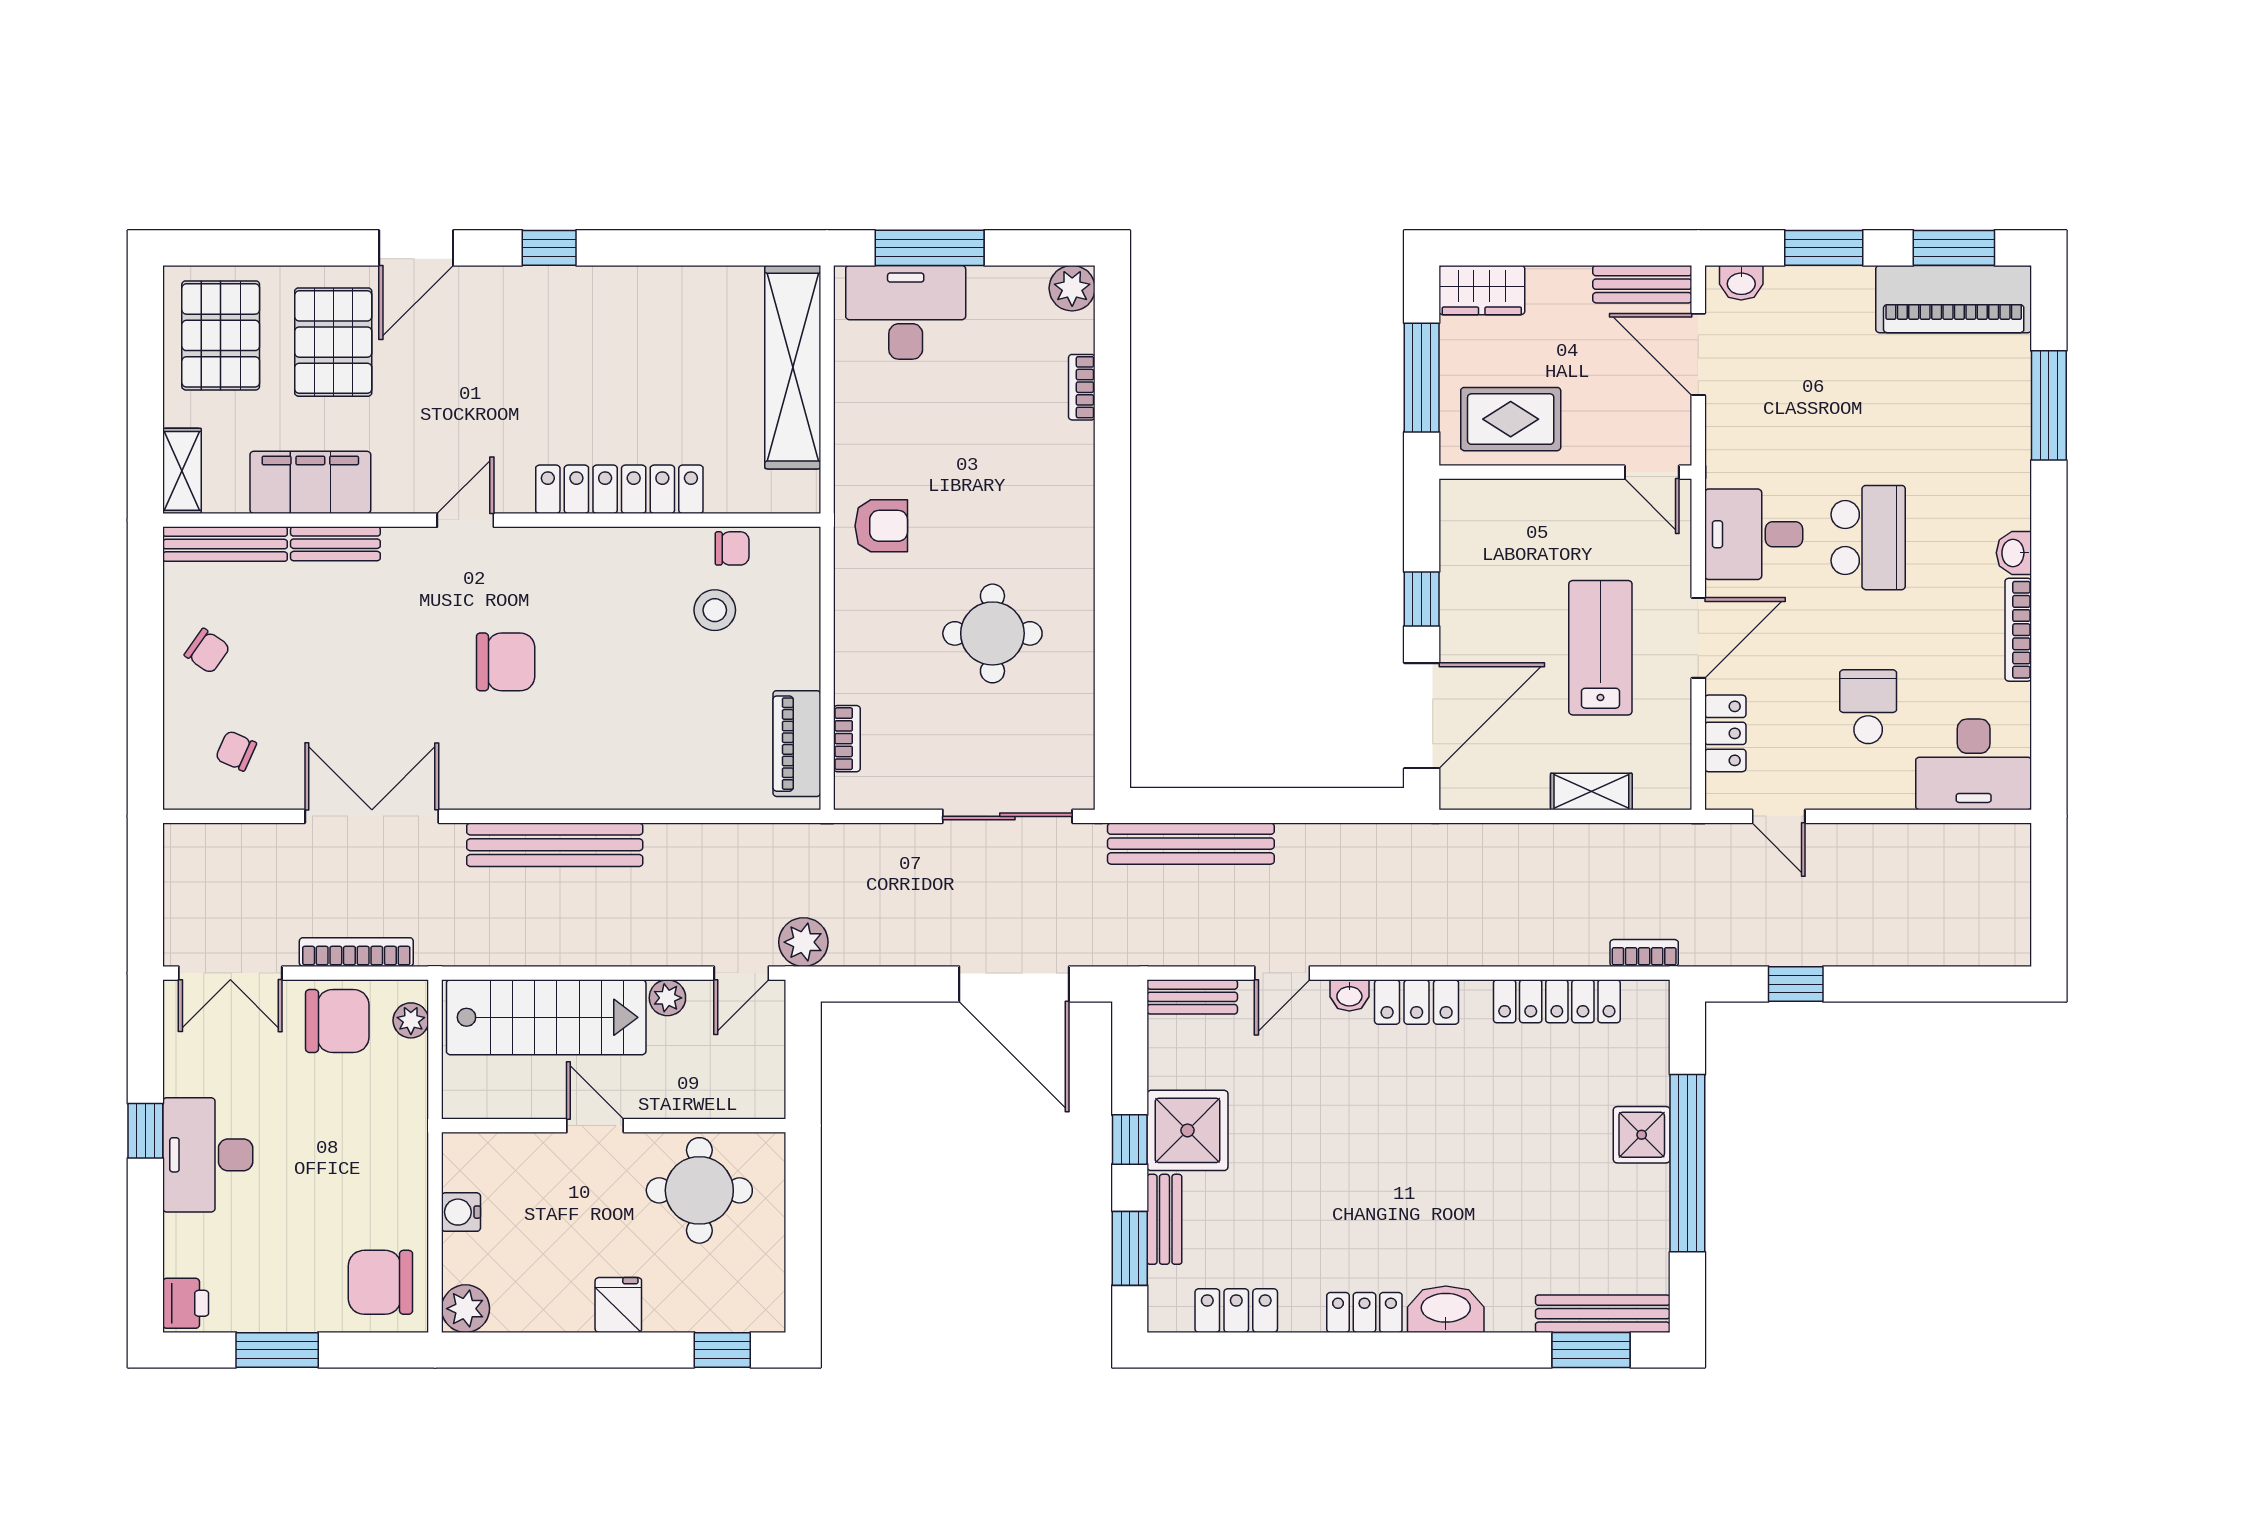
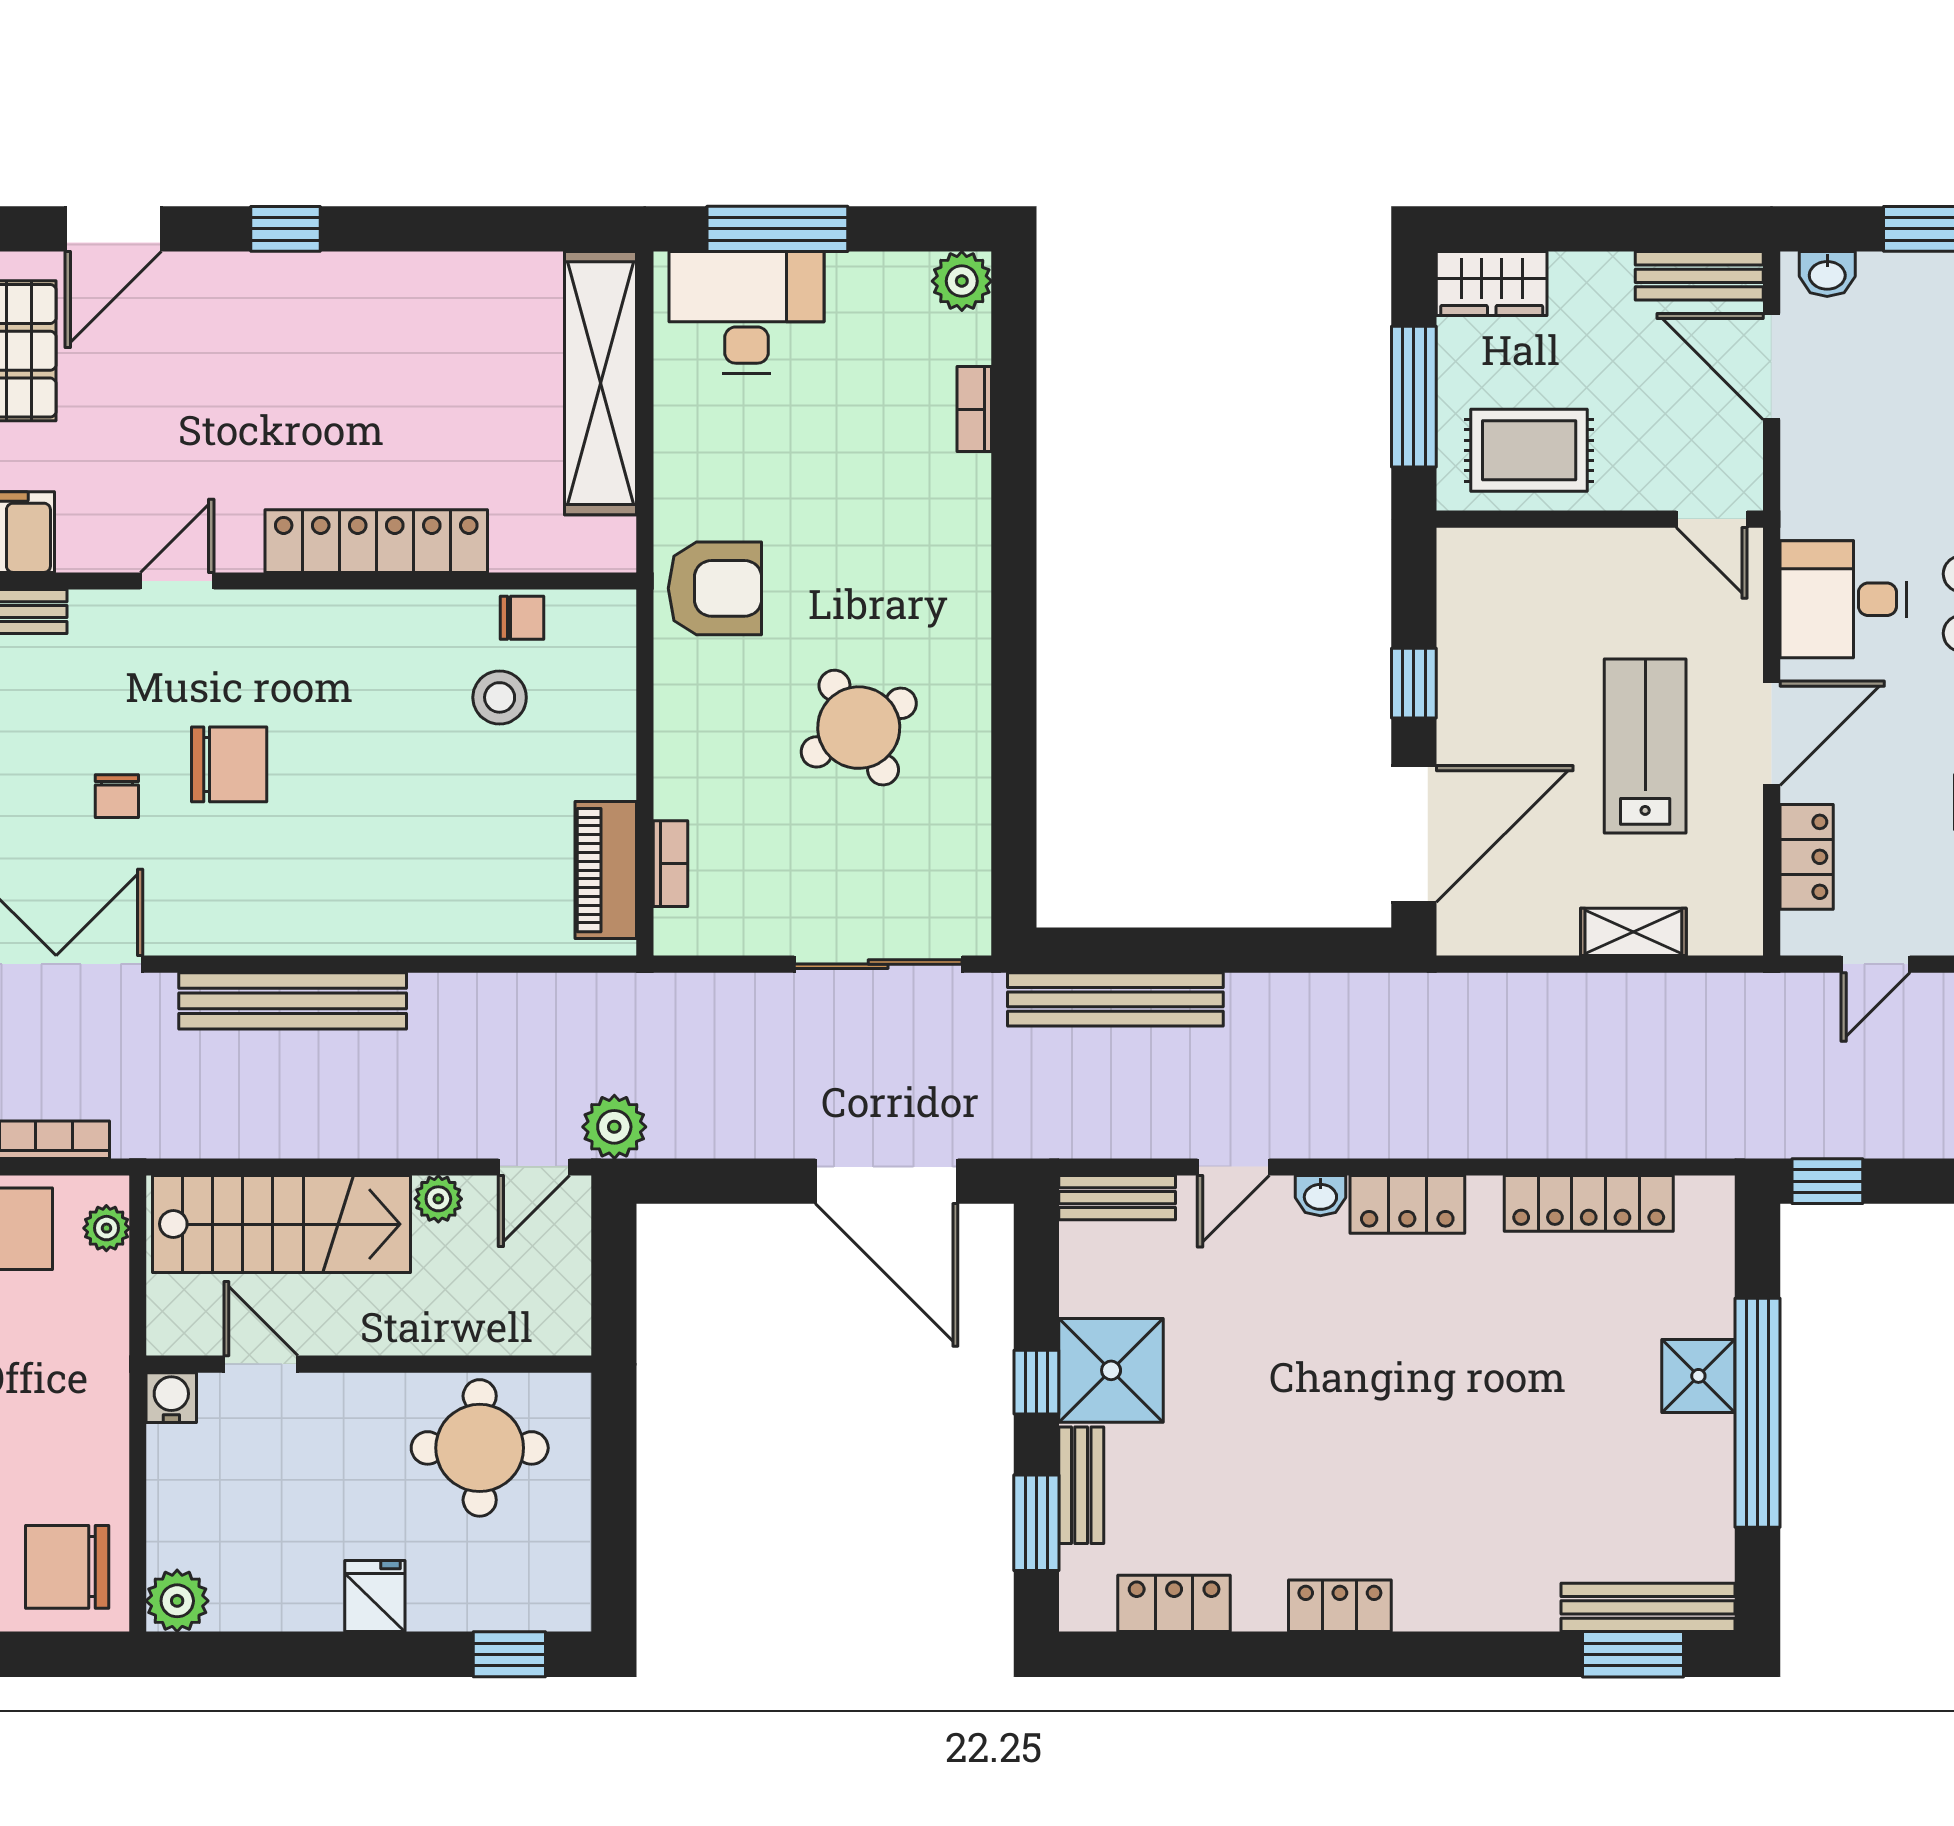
armchair: (881, 526) -> (715, 588), width x1.38, depth x1.38
round table: (992, 633) -> (859, 728), turned -30
chair: (419, 686) -> (117, 796), added
door: (1779, 816) -> (1876, 964), hinge flipped
bookcase: (1644, 953) -> (1702, 1141), removed
window: (1796, 984) -> (1827, 1181), moved
door: (595, 1126) -> (261, 1364), moved
water cooler: (461, 1212) -> (171, 1398), moved, turned 90
washbasin: (1446, 1309) -> (1445, 1602), removed

